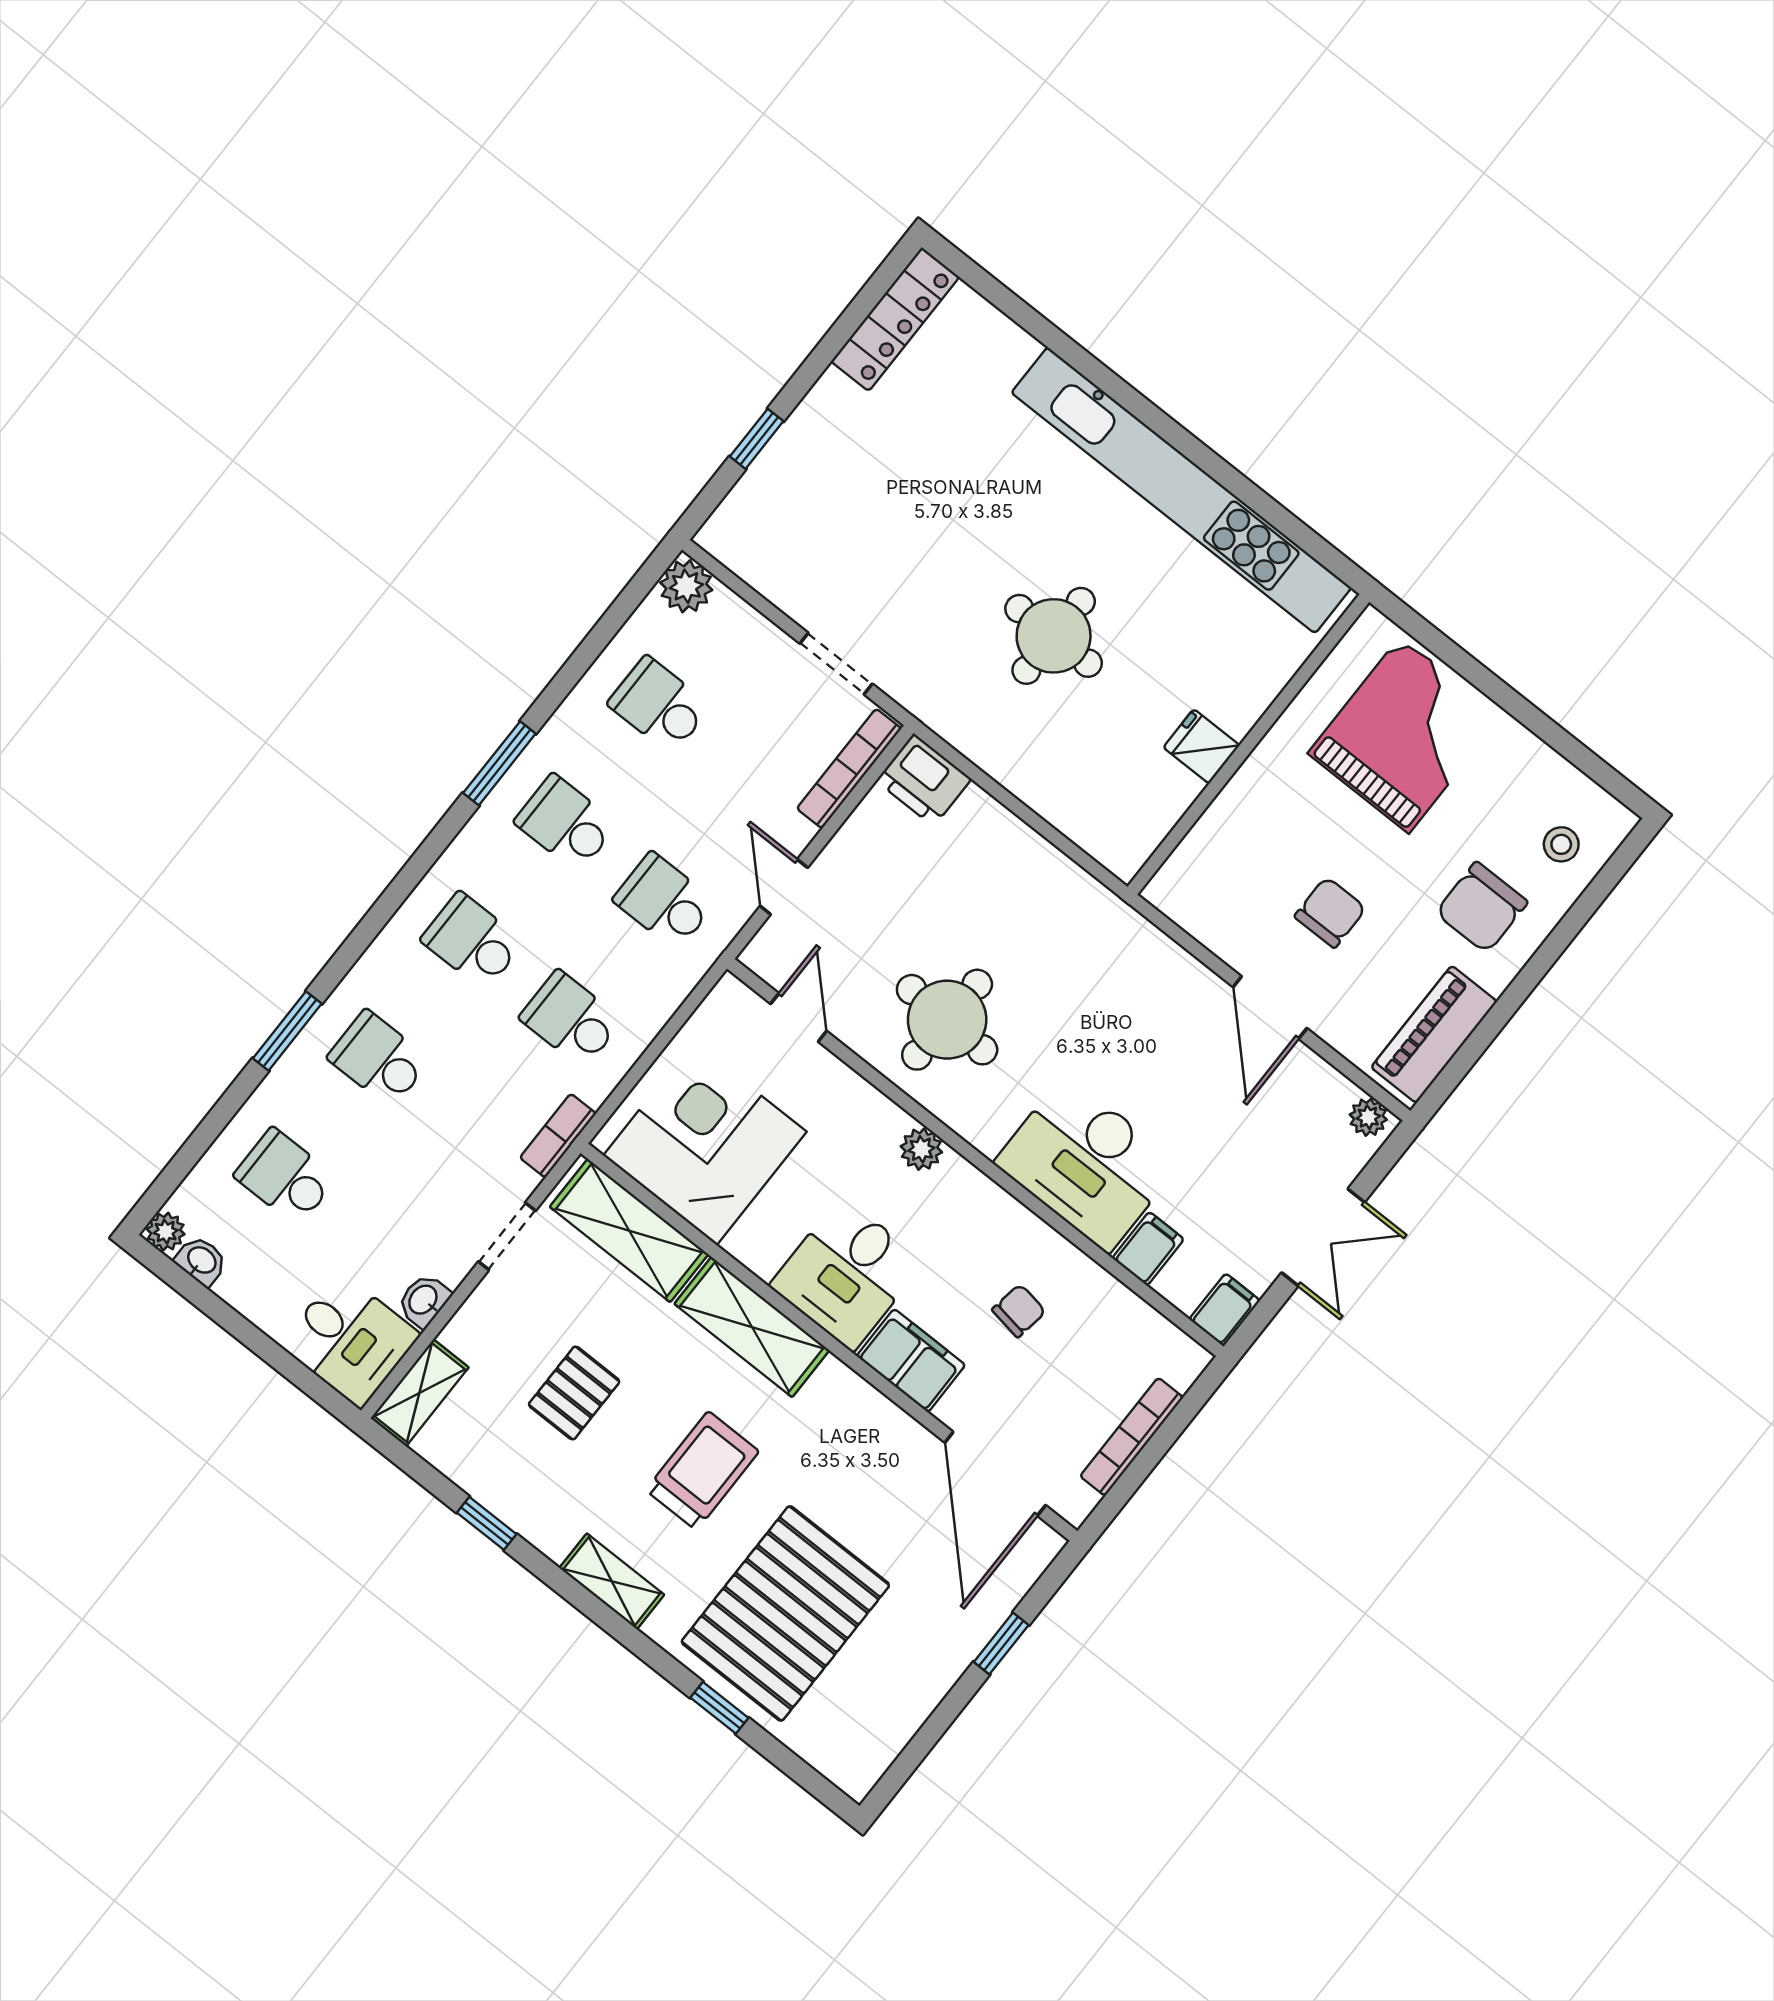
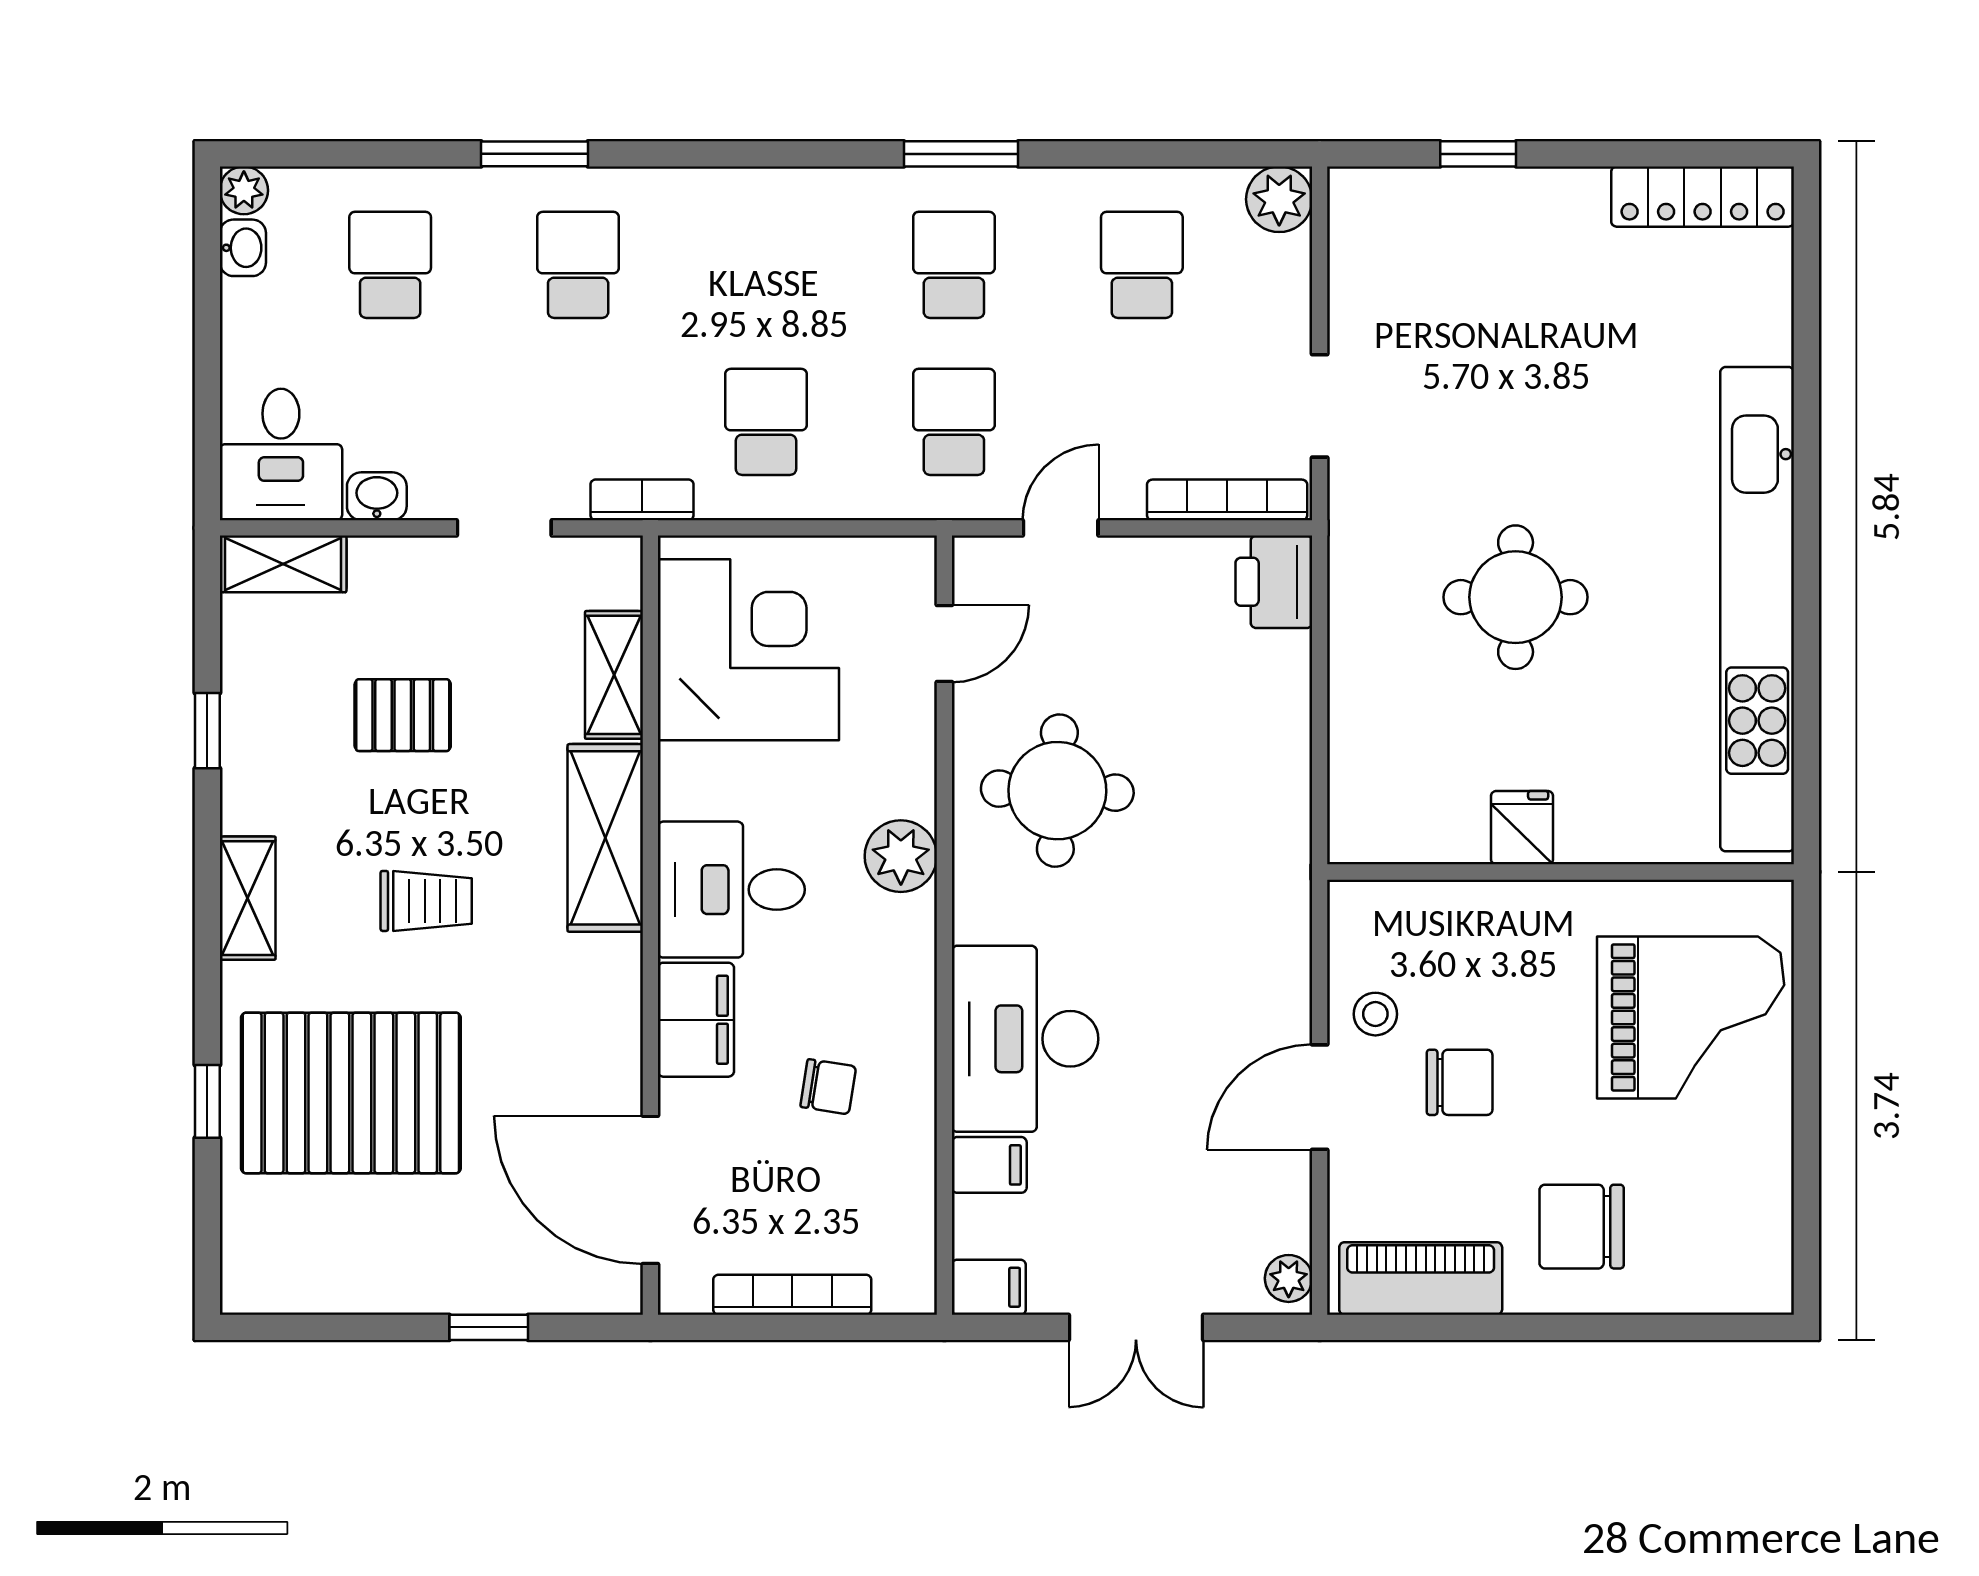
stool: (1561, 844) -> (1375, 1014), moved
school desk: (472, 941) -> (766, 265), removed
plant: (921, 1149) -> (901, 856), width x1.38, depth x1.38
shelving: (629, 1230) -> (614, 675), width x0.67, depth x0.75
trolley: (702, 1471) -> (426, 901), width x0.73, depth x0.72
door: (995, 1474) -> (650, 1190), hinge flipped

